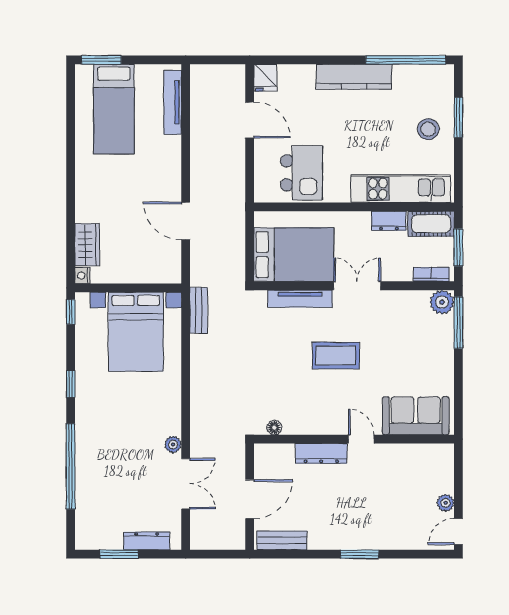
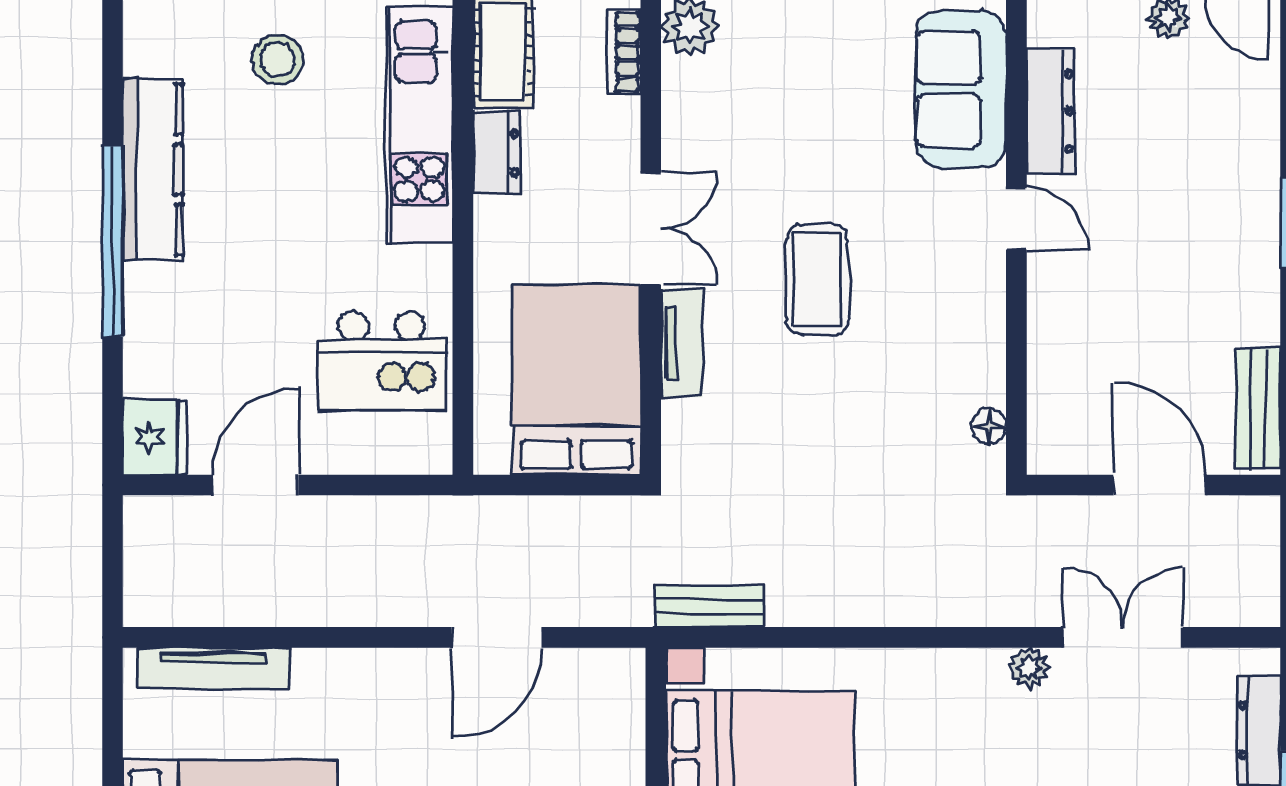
window: (406, 60) -> (112, 241), moved
kitchen counter: (354, 77) -> (153, 169), moved
fridge: (265, 78) -> (155, 437), width x1.38
kitchen island: (301, 173) -> (382, 361), turned 180
double door: (357, 286) -> (651, 229), swing flipped
tv unit: (300, 299) -> (682, 343), width x0.71
door: (361, 439) -> (1016, 219), swing flipped
dresser: (321, 453) -> (1051, 111), moved

